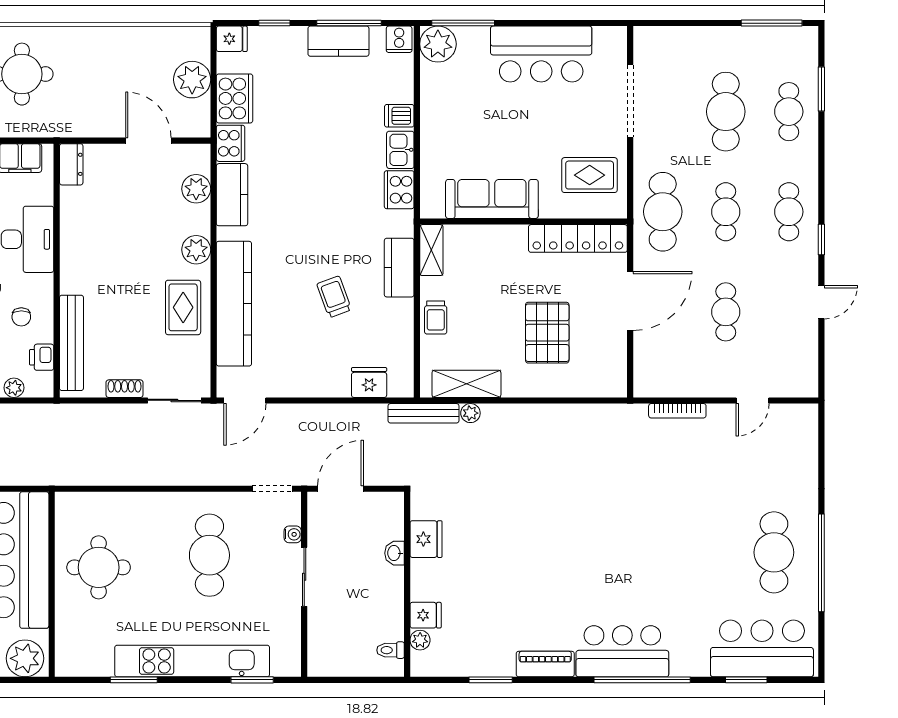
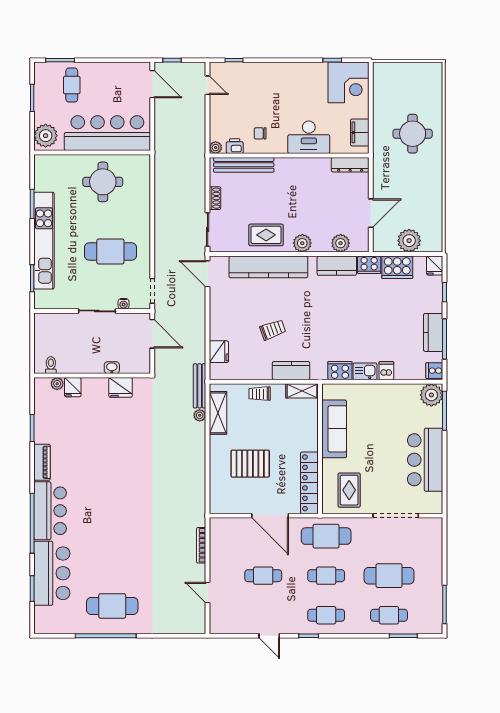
dresser: (71, 164) -> (350, 165), width x1.44
plant: (14, 388) -> (216, 148), moved
bar counter: (762, 648) -> (52, 573), moved

